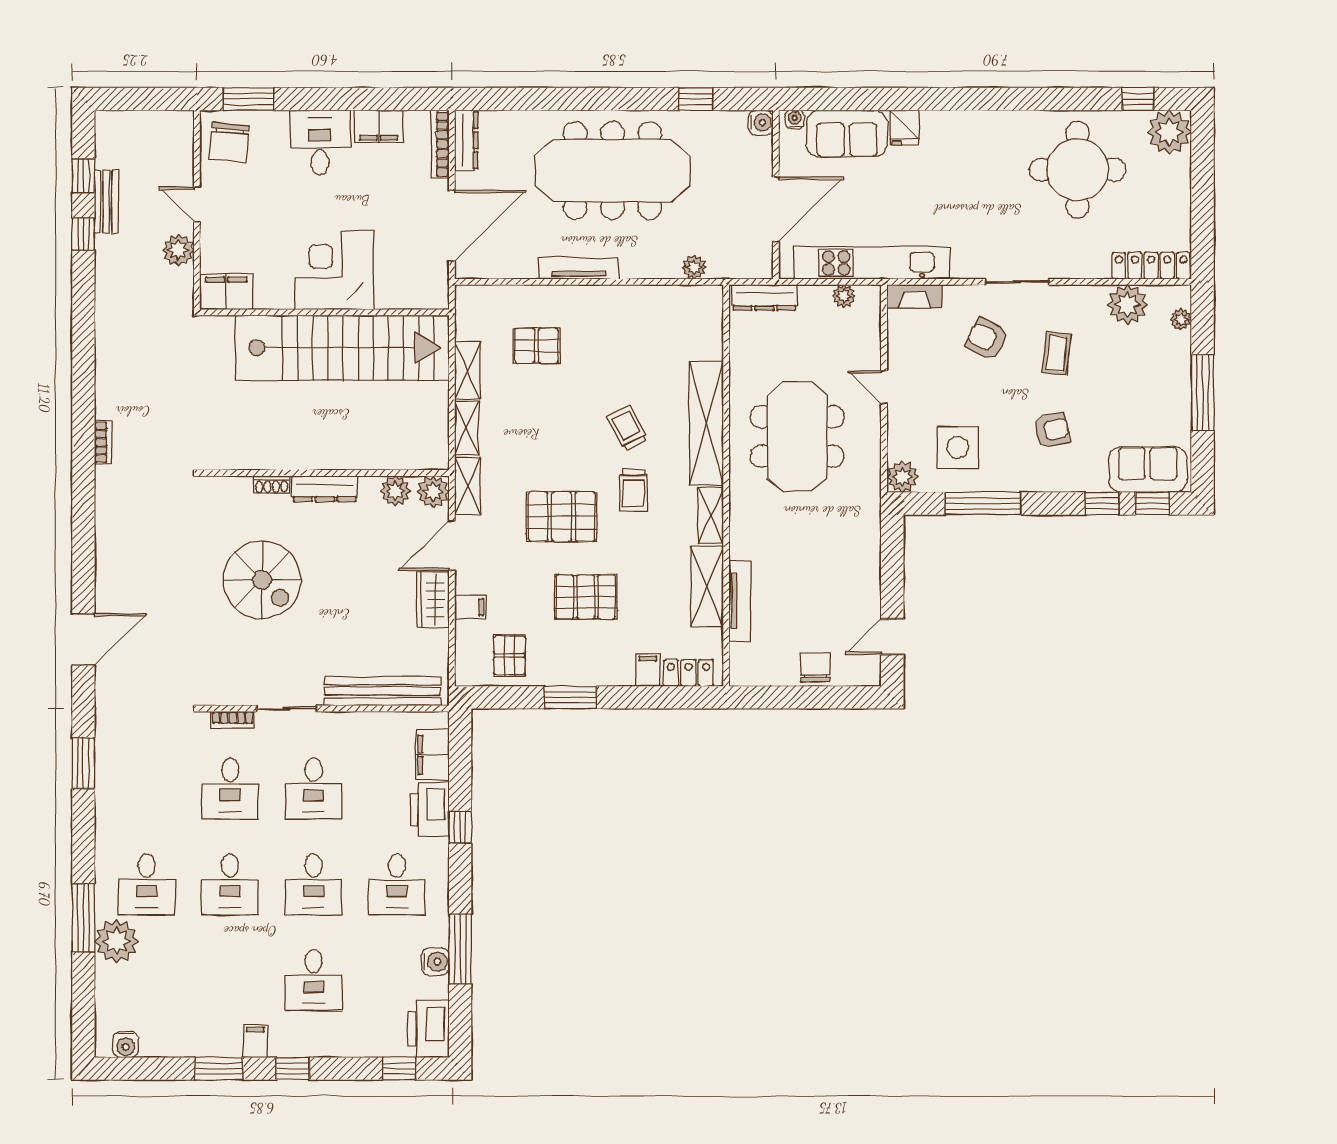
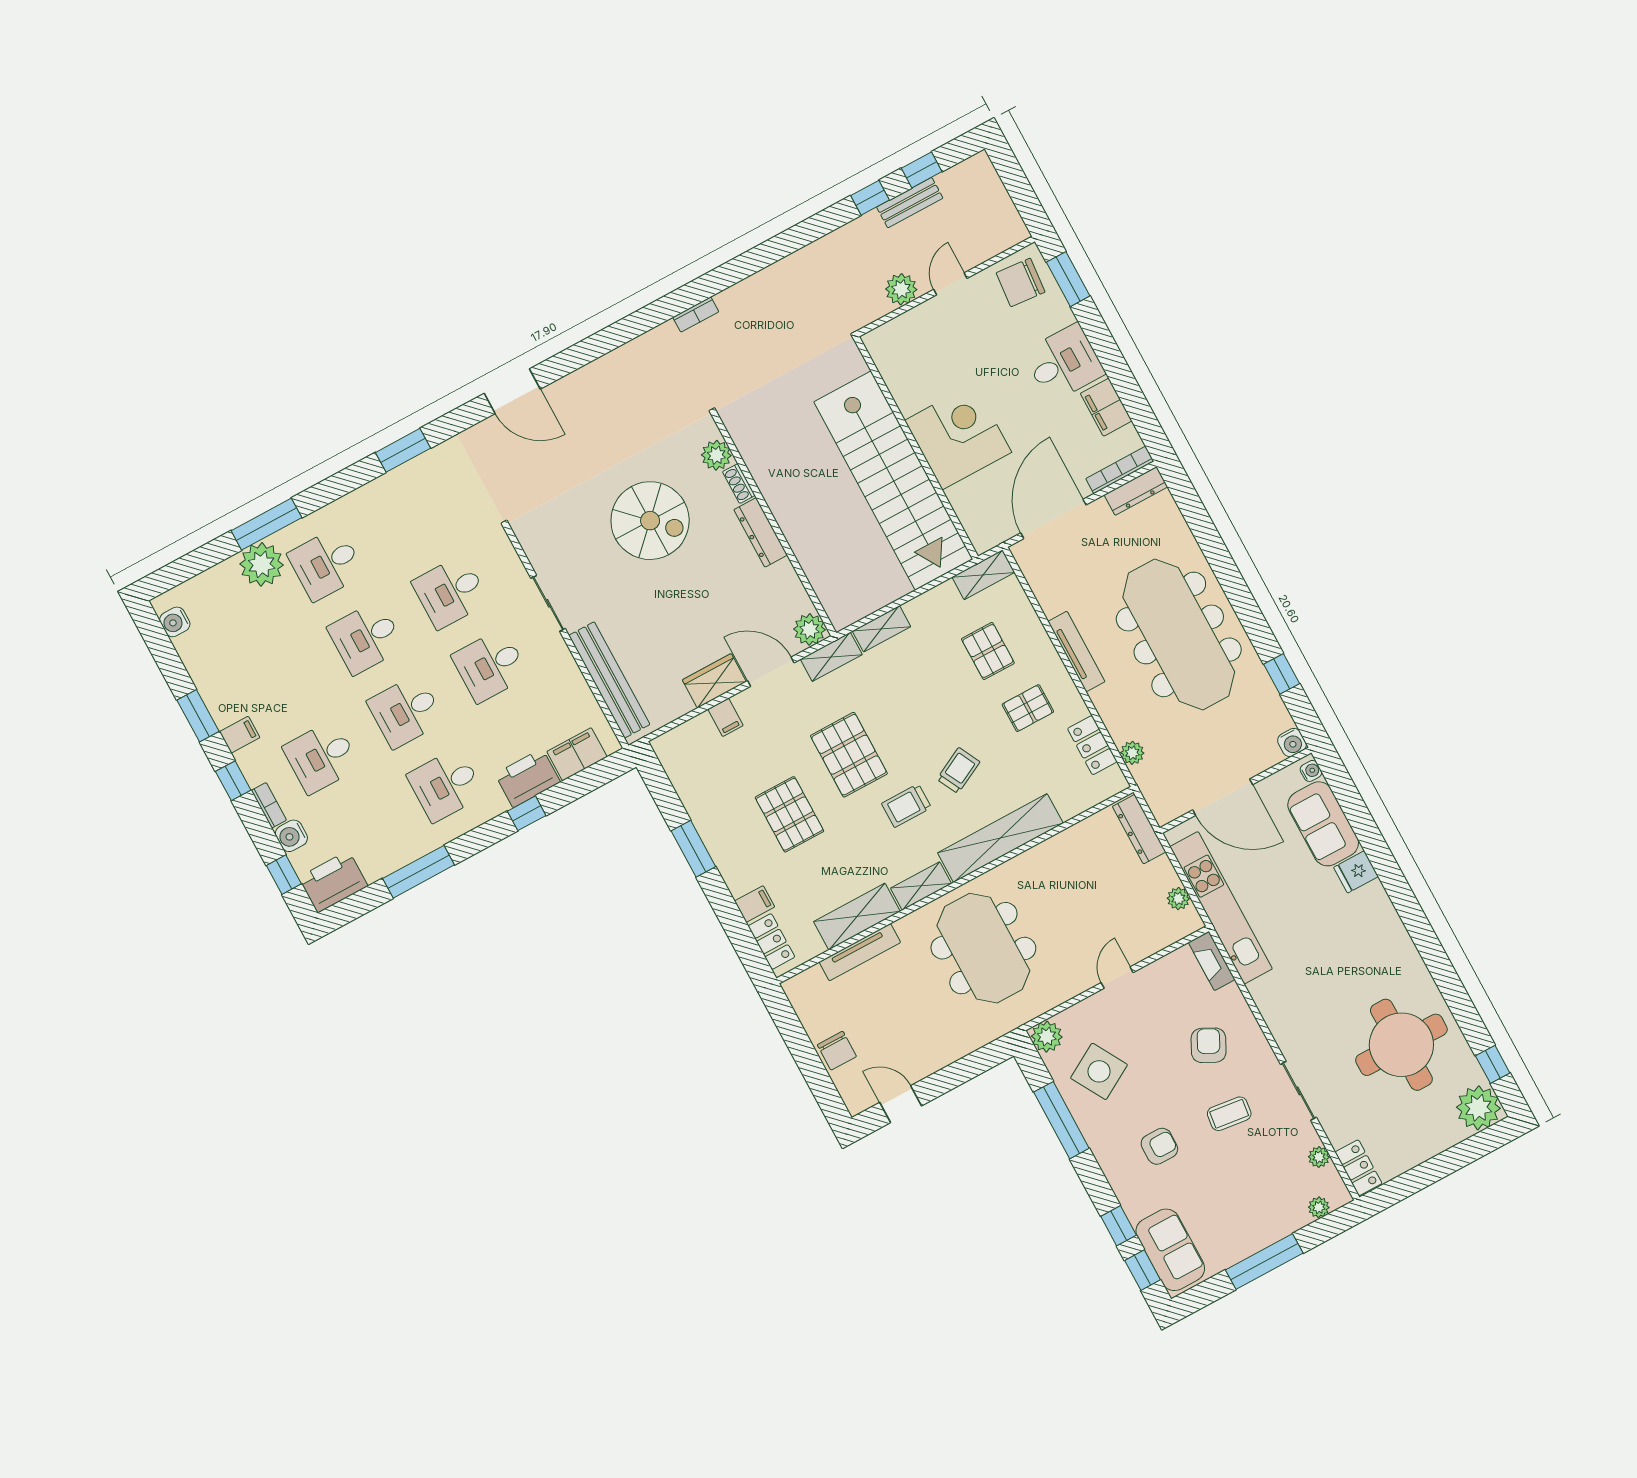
door: (452, 226) -> (1053, 519), swing flipped
locker: (1151, 266) -> (1358, 1168), width x0.66
sliding door: (1017, 282) -> (1298, 1091), moved
filing cabinet: (226, 292) -> (887, 351), removed
locker: (669, 299) -> (1092, 745), added
plant: (1128, 305) -> (1319, 1157), width x0.53, depth x0.53
shelving: (468, 370) -> (983, 575), moved
armchair: (1052, 430) -> (1159, 1146), turned -78
meeting table: (797, 436) -> (983, 948), moved, turned 90
side table: (958, 447) -> (1099, 1071), turned -30
plant: (395, 491) -> (716, 455), moved
spiral stairs: (262, 580) -> (650, 521), turned -90
pallet: (509, 655) -> (1028, 708), moved
chair: (815, 667) -> (837, 1051), turned 90
bookcase: (233, 720) -> (269, 805), moved, turned 180
water cooler: (435, 962) -> (291, 836), moved, turned 90

